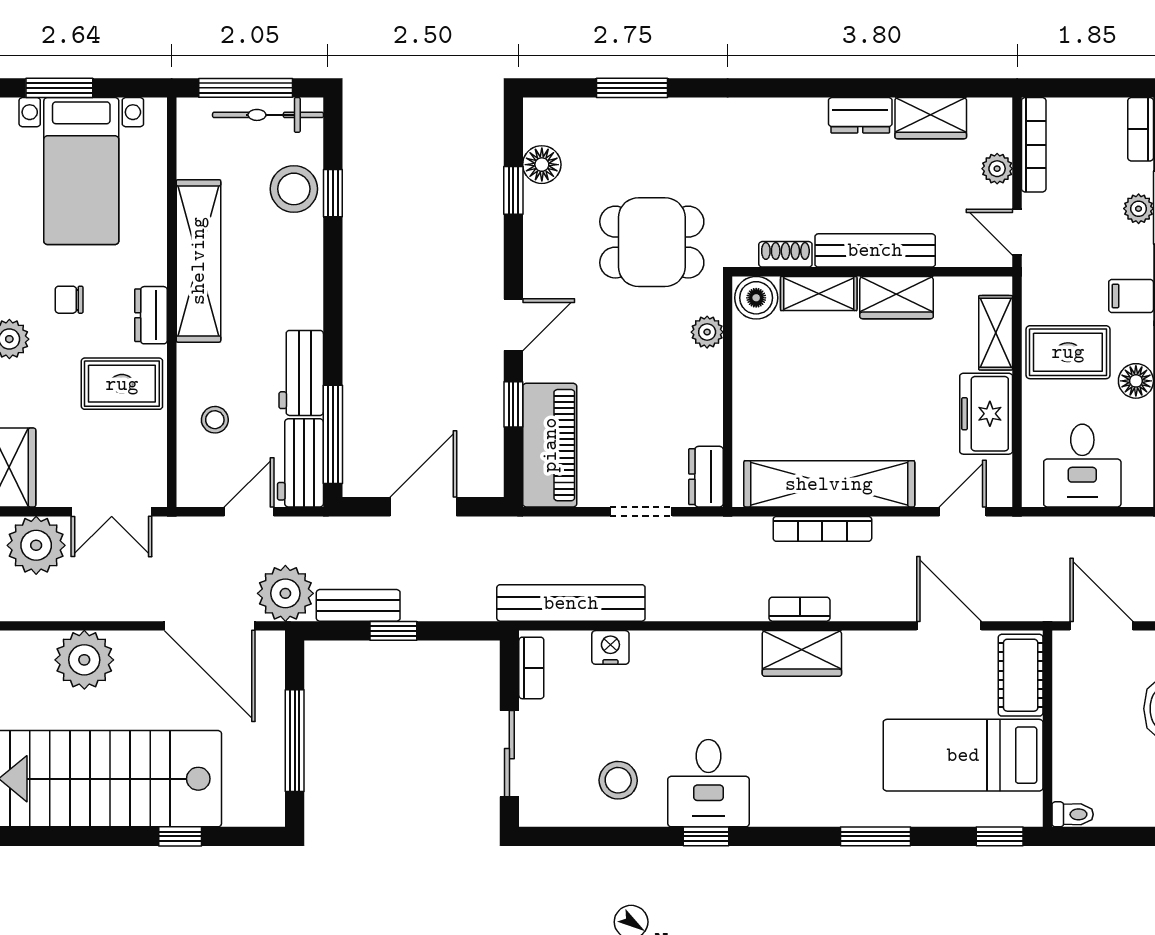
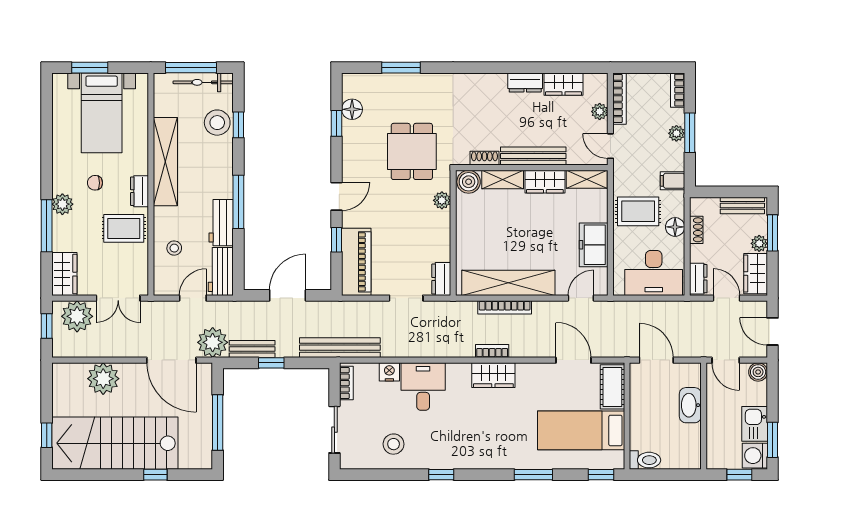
dining table: (652, 242) -> (412, 151), turned 90
shelving: (996, 333) -> (587, 179), moved, turned 90
window: (333, 434) -> (238, 202), moved
desk: (1082, 466) -> (654, 273), width x1.37
bench: (571, 603) -> (340, 348), moved
desk: (708, 783) -> (423, 386), moved, turned 180
toilet: (1073, 814) -> (645, 460), width x1.37, depth x1.39

